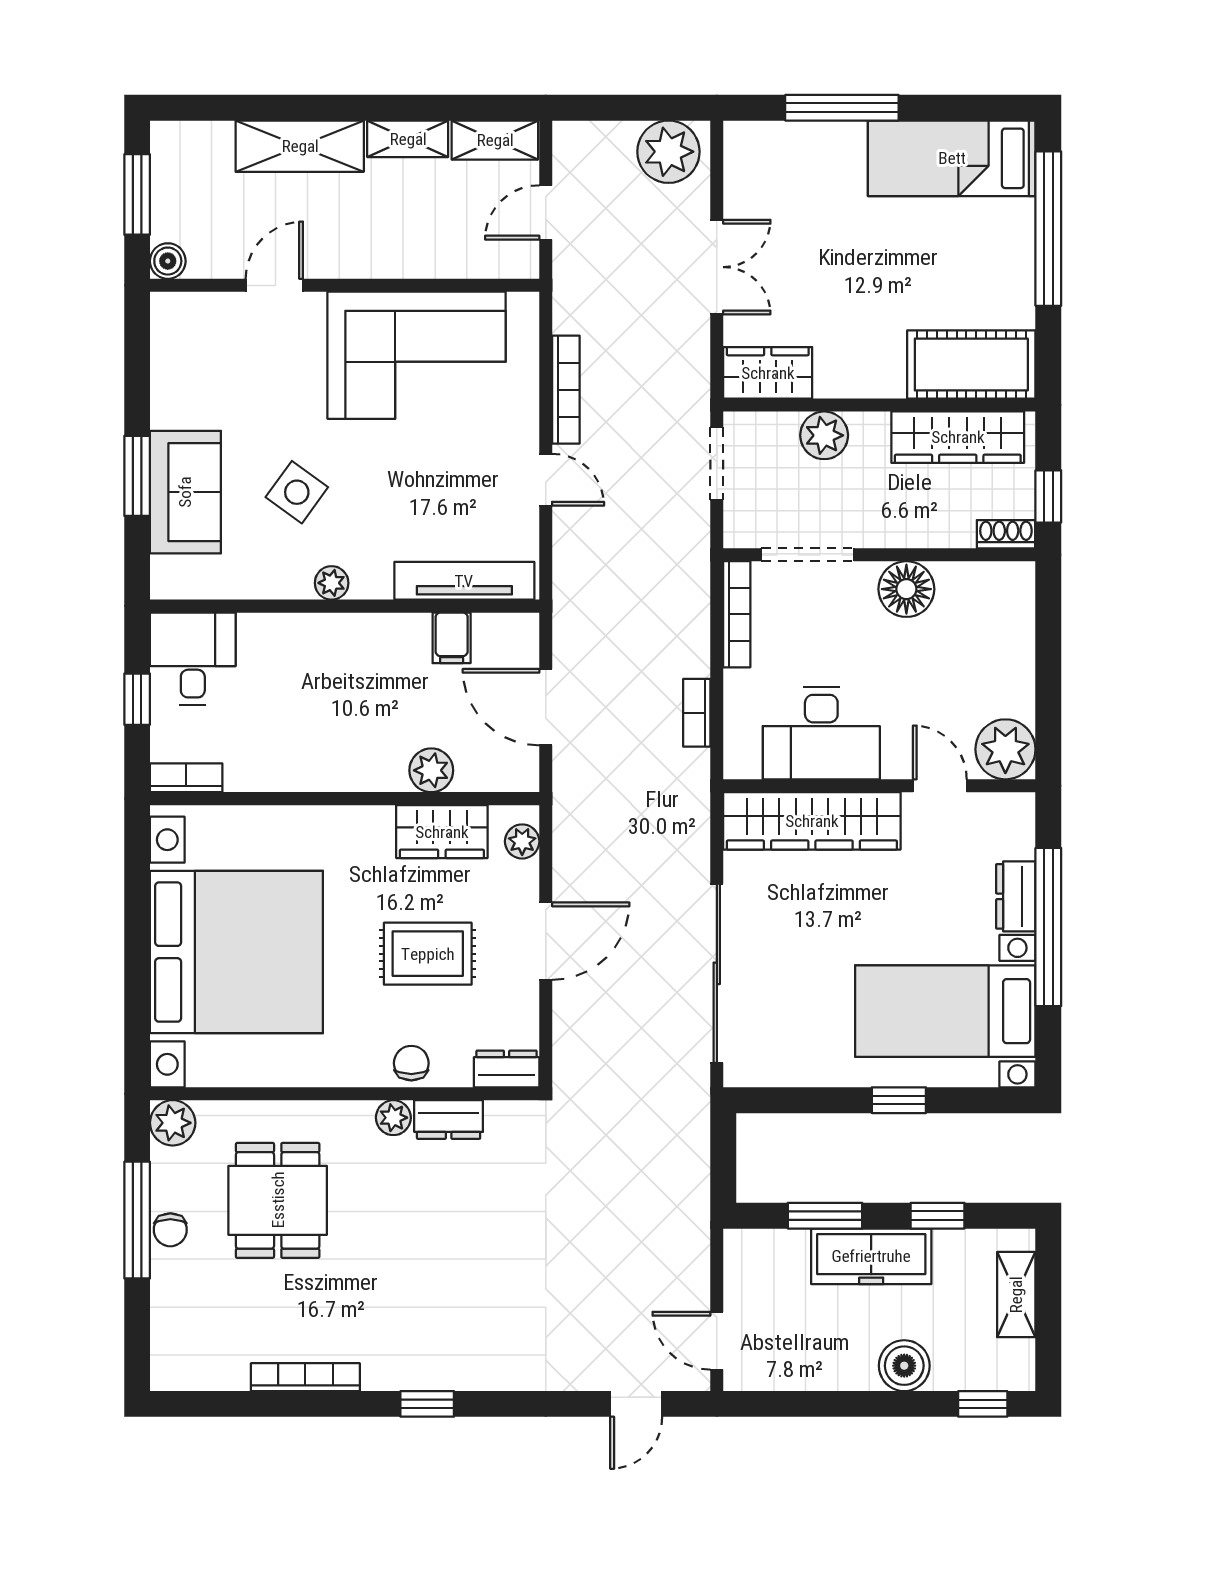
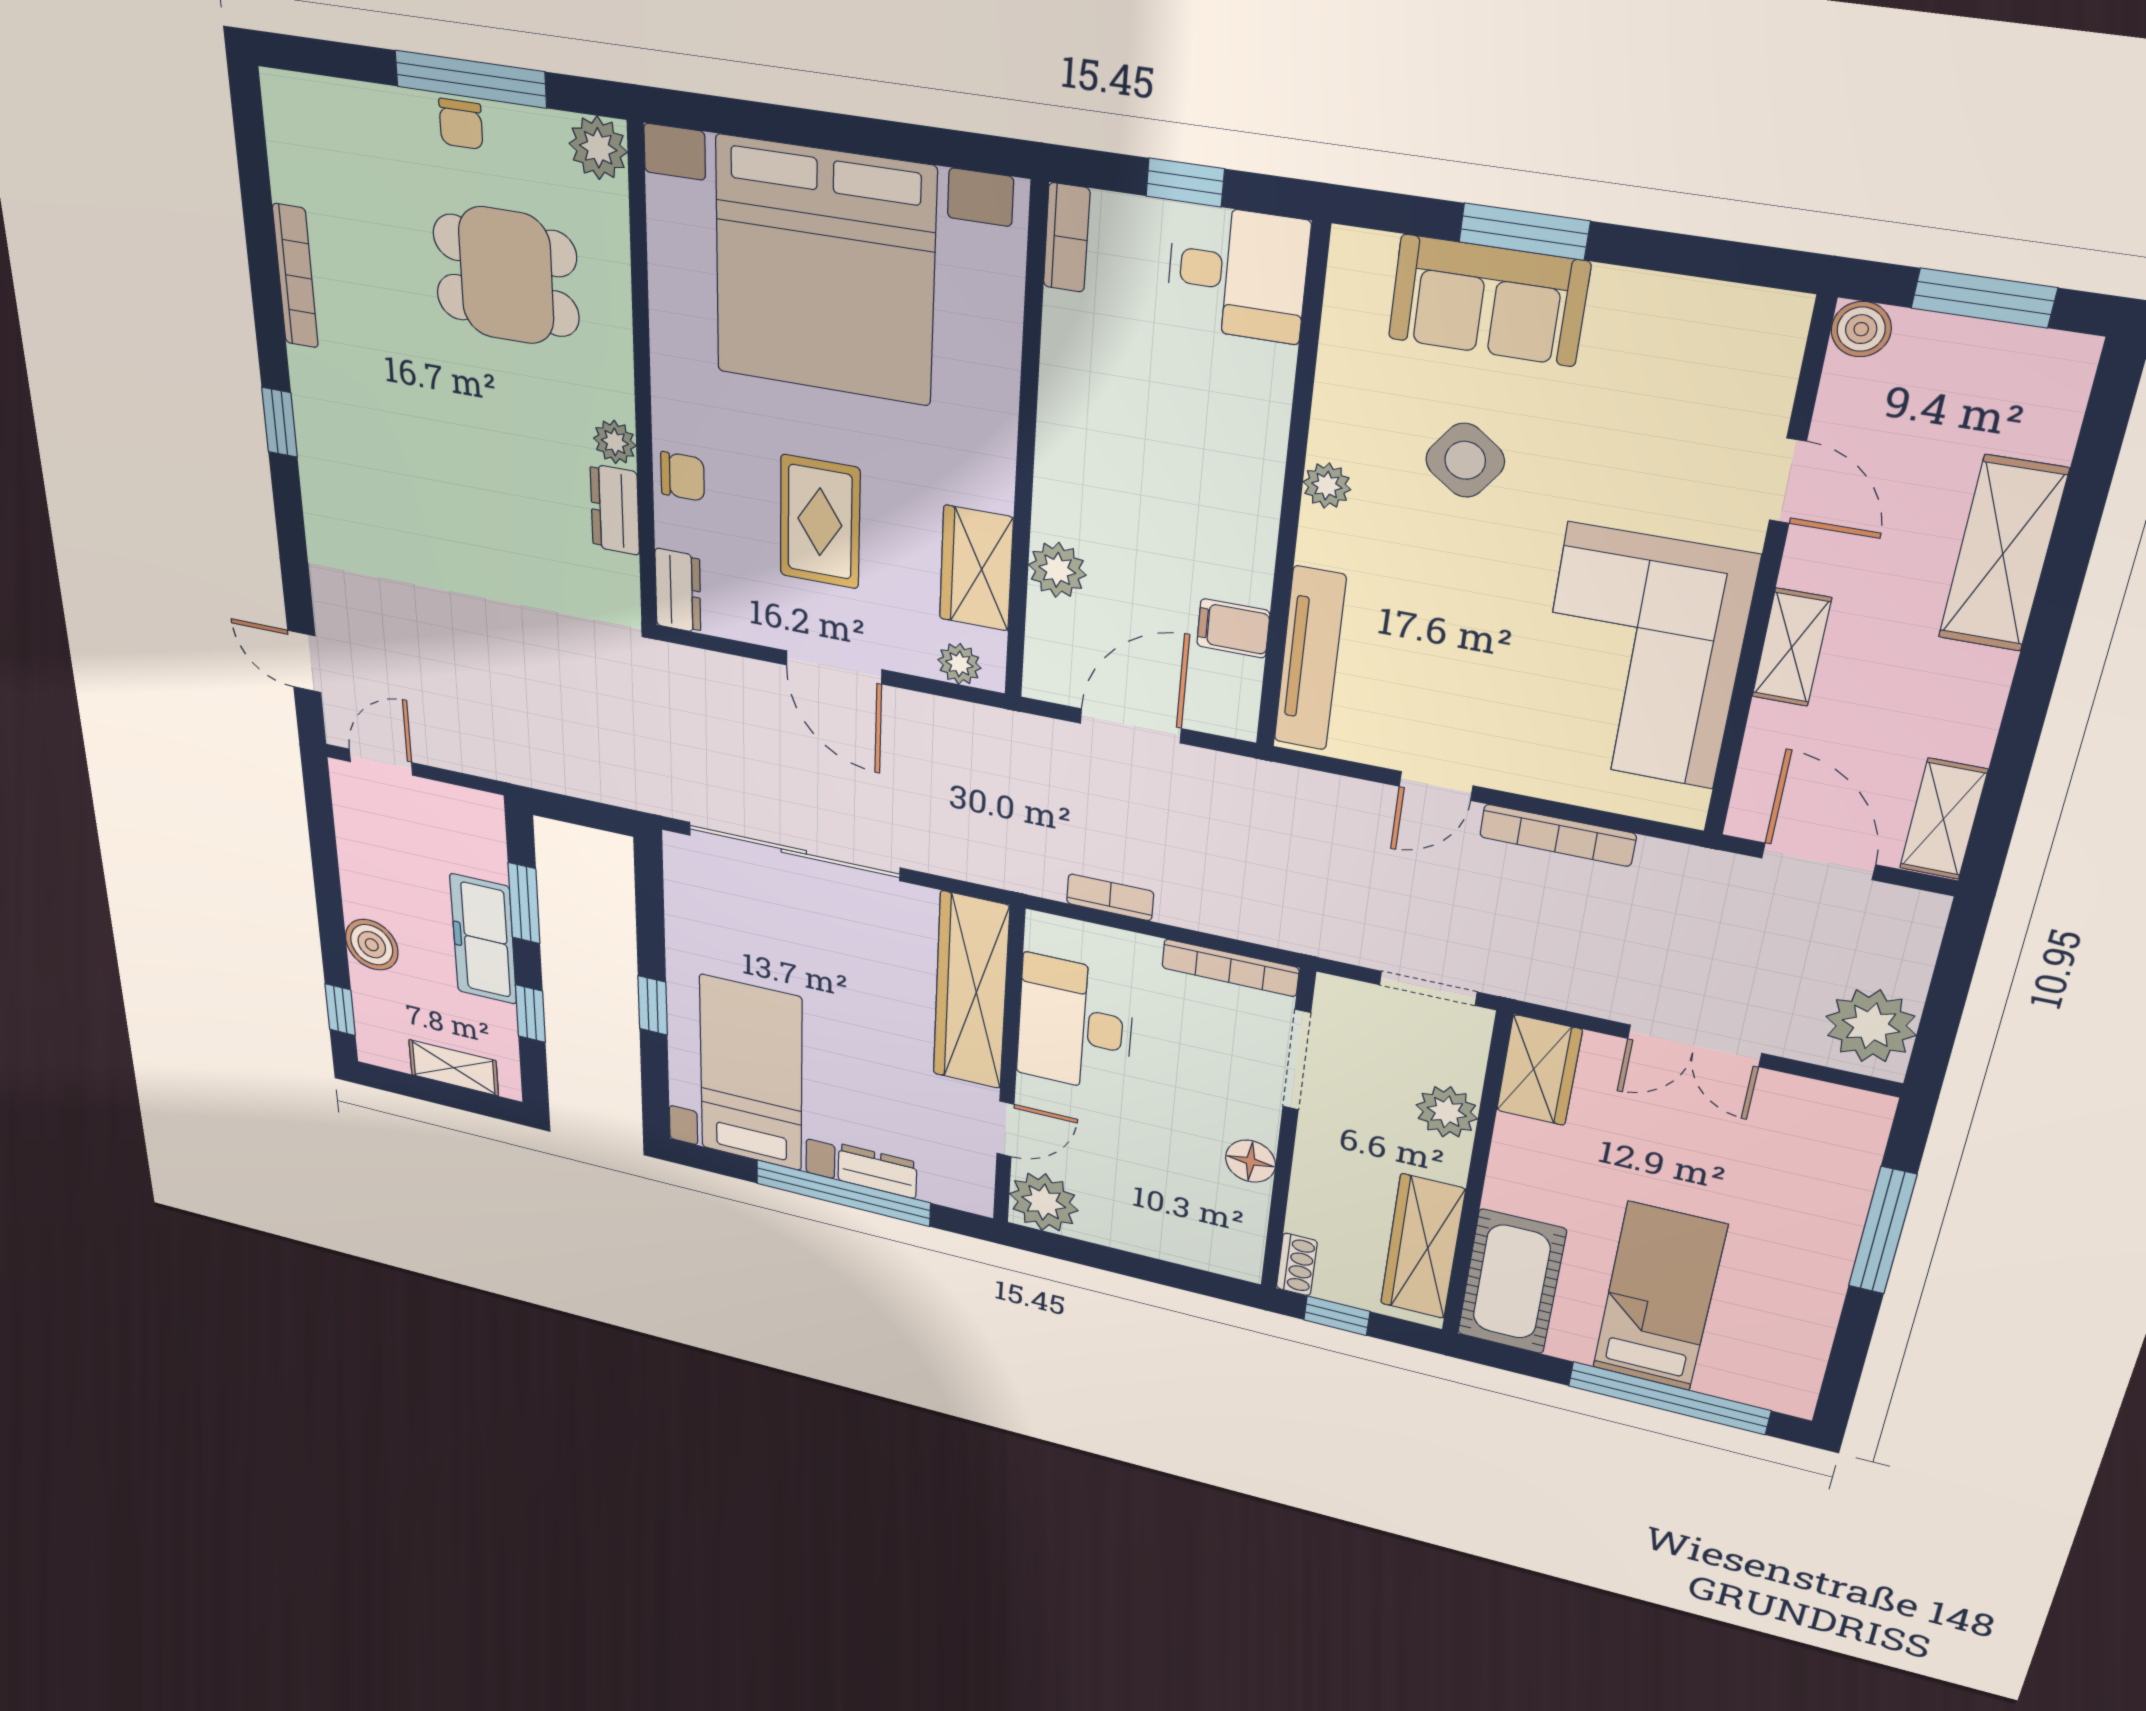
shelving: (408, 139) -> (1792, 647), moved
bed: (952, 158) -> (1659, 1297), moved
door: (546, 212) -> (1818, 861), width x1.38
floor lamp: (906, 589) -> (1250, 1161), width x0.73, depth x0.73
chair: (170, 1230) -> (461, 124), turned -90

